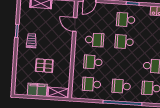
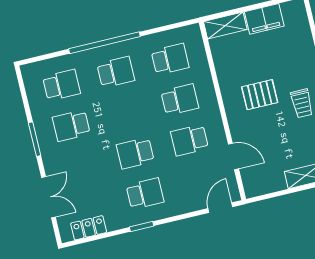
school desk: (124, 42) -> (135, 153), turned 180
pallet: (44, 66) -> (260, 95), moved

